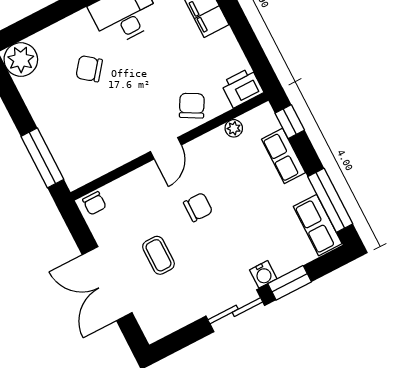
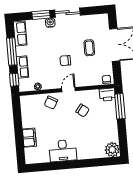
chair: (89, 69) -> (83, 110), moved
printer: (242, 88) -> (107, 95), moved
window: (330, 200) -> (12, 51), moved

